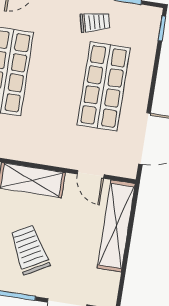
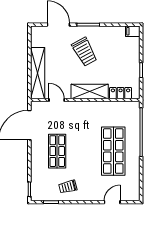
shop shelf: (104, 86) -> (57, 151), width x0.70, depth x0.74

